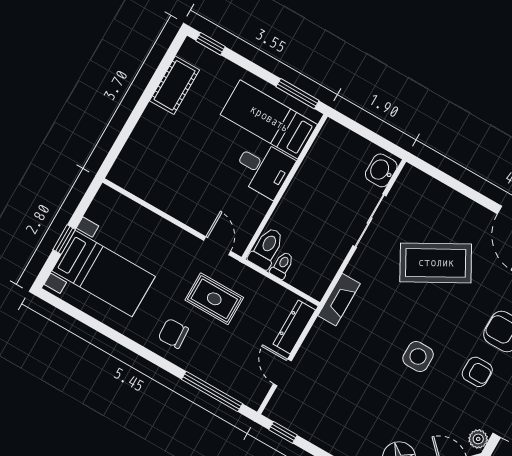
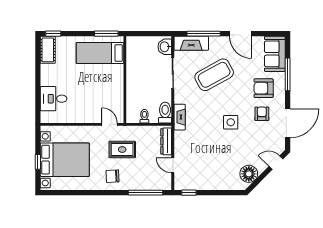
cot: (174, 85) -> (48, 50), moved
desk: (263, 168) -> (54, 99), moved, turned 180
window: (457, 186) -> (204, 34), added
fireplace: (428, 190) -> (191, 43), added
toilet: (266, 248) -> (165, 113), moved
bed with nightstands: (103, 274) -> (65, 160), width x1.36
armchair: (477, 372) -> (262, 114), turned -90
plant: (478, 439) -> (280, 144), removed

